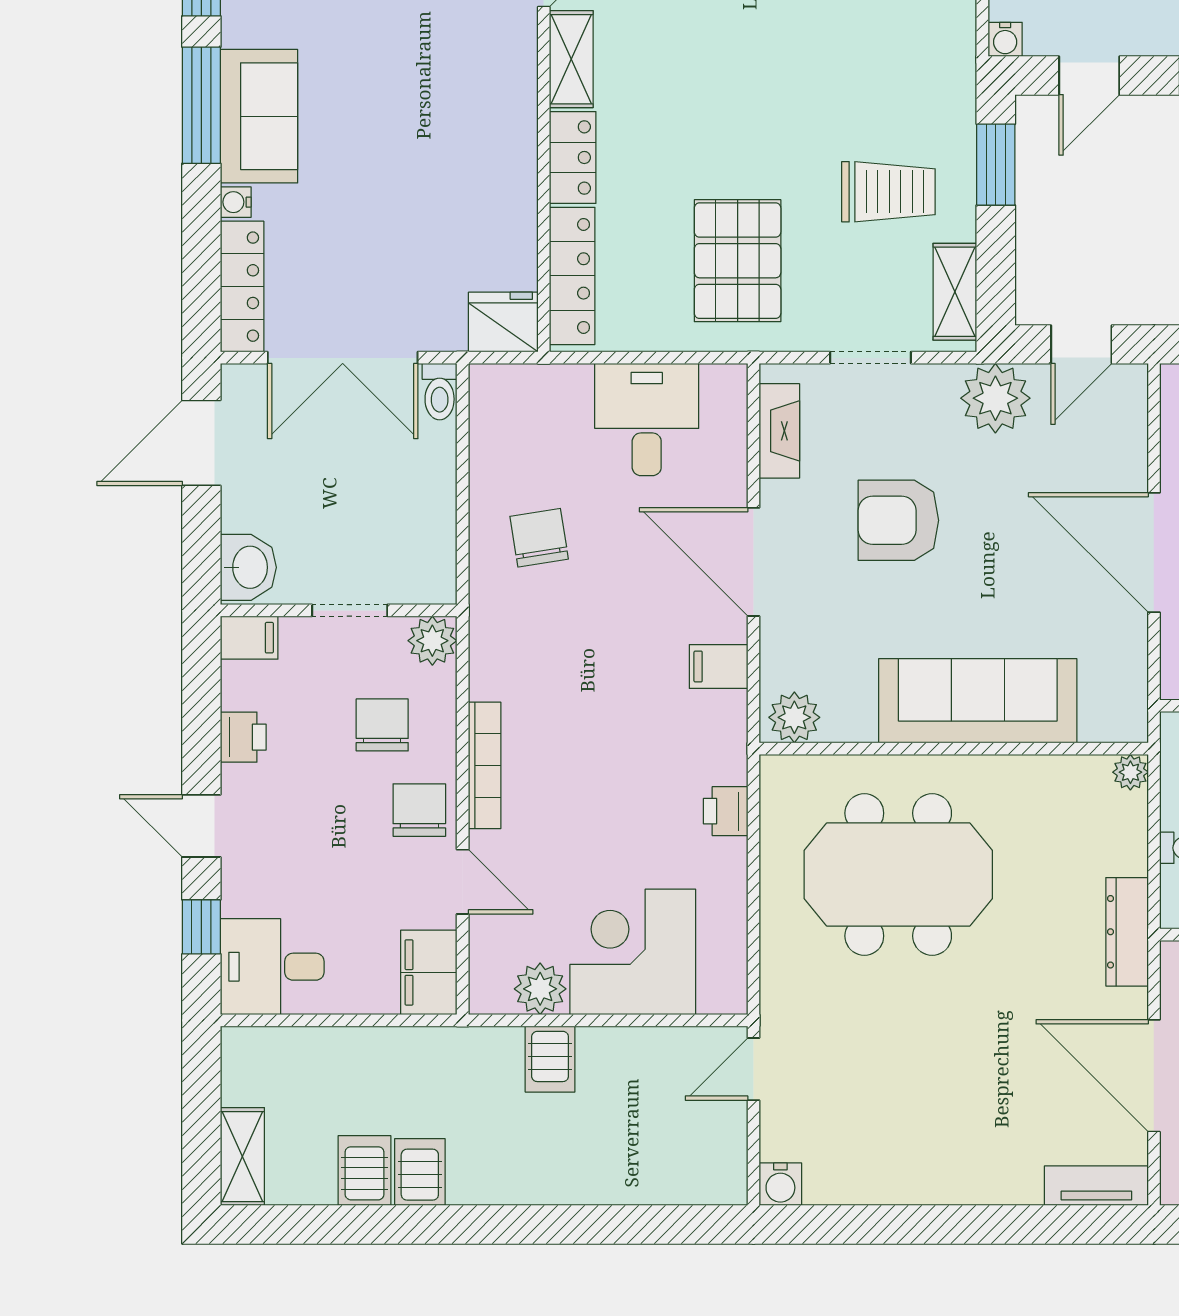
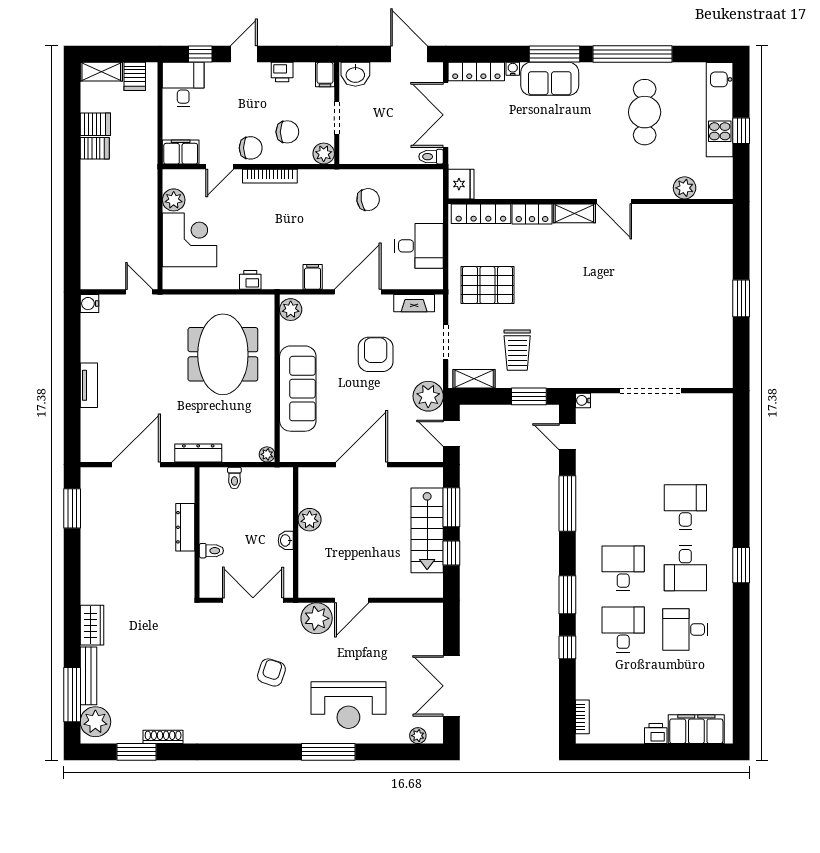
server rack: (550, 1059) -> (135, 76), moved, turned -90
tv unit: (1096, 1186) -> (89, 385), moved

